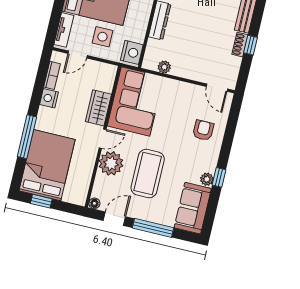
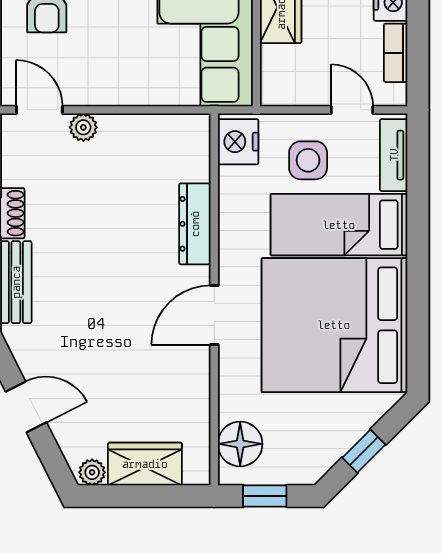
door: (78, 54) -> (352, 110), hinge flipped
plant: (164, 67) -> (83, 127), moved

